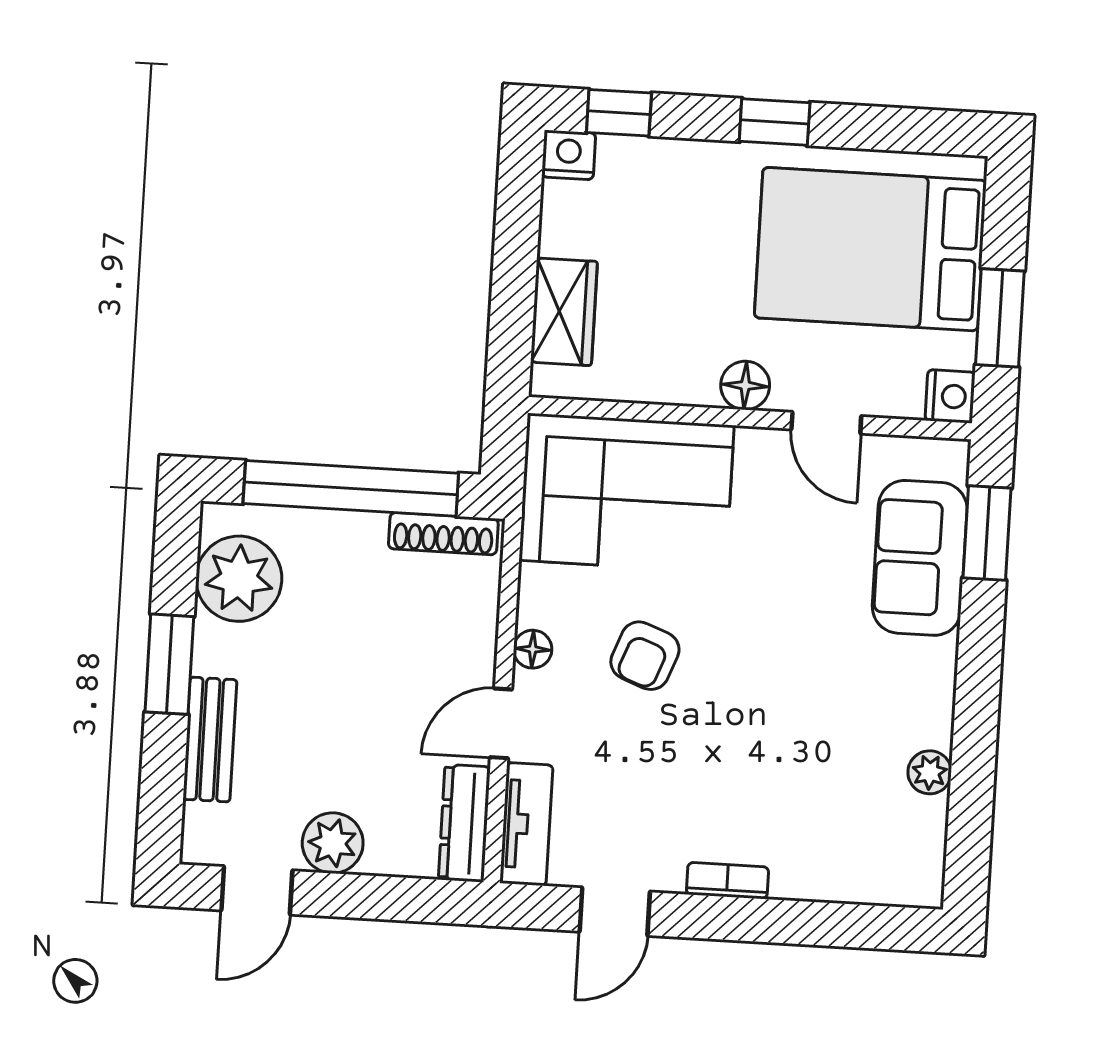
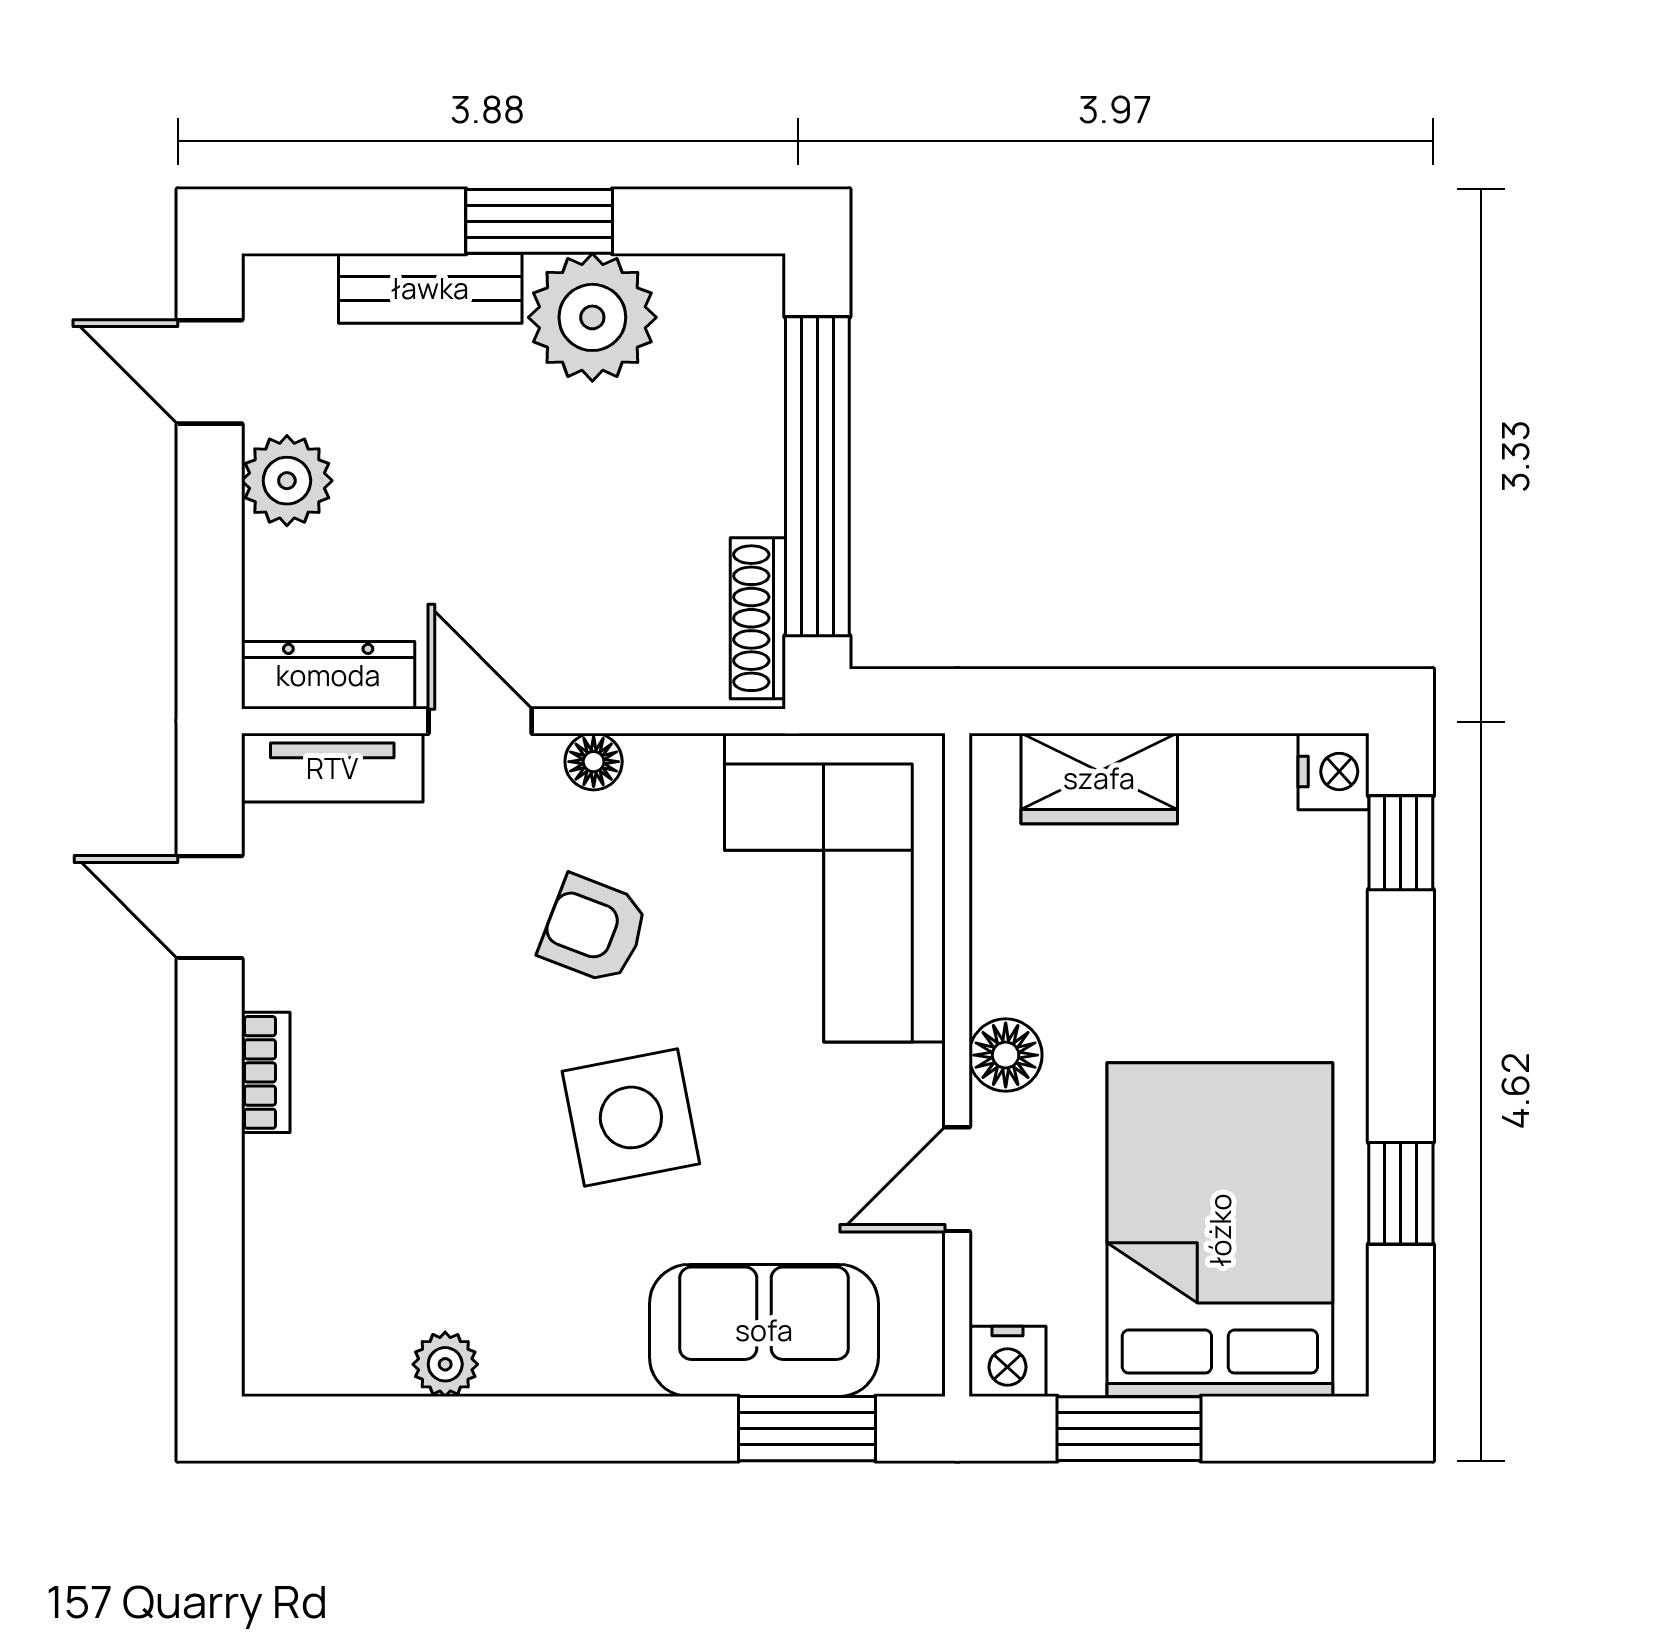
window: (775, 122) -> (1401, 1193), moved
plant: (239, 579) -> (592, 317), moved
side table: (772, 638) -> (631, 1117), added

